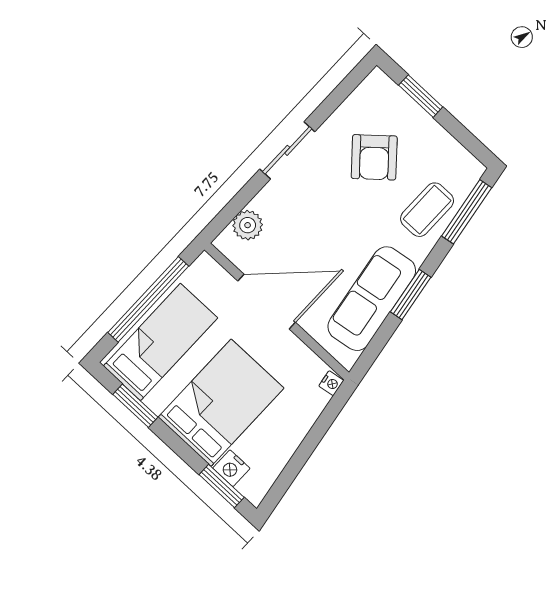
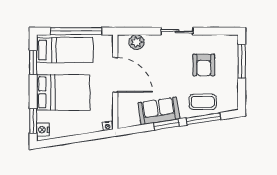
window: (421, 96) -> (242, 61), width x1.44
armchair: (374, 157) -> (204, 65), turned -49
window: (467, 212) -> (203, 119), moved
sofa: (372, 299) -> (159, 111), width x0.73
nightstand: (231, 468) -> (43, 130), moved

